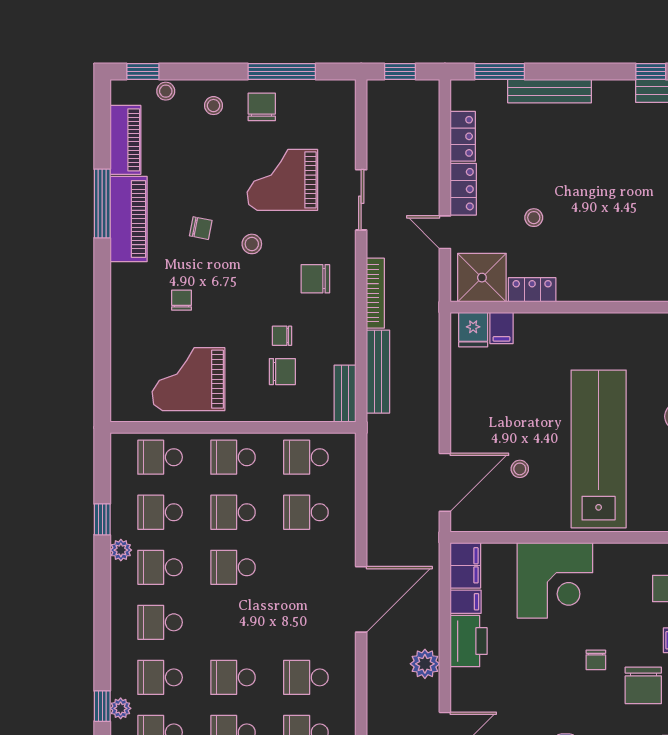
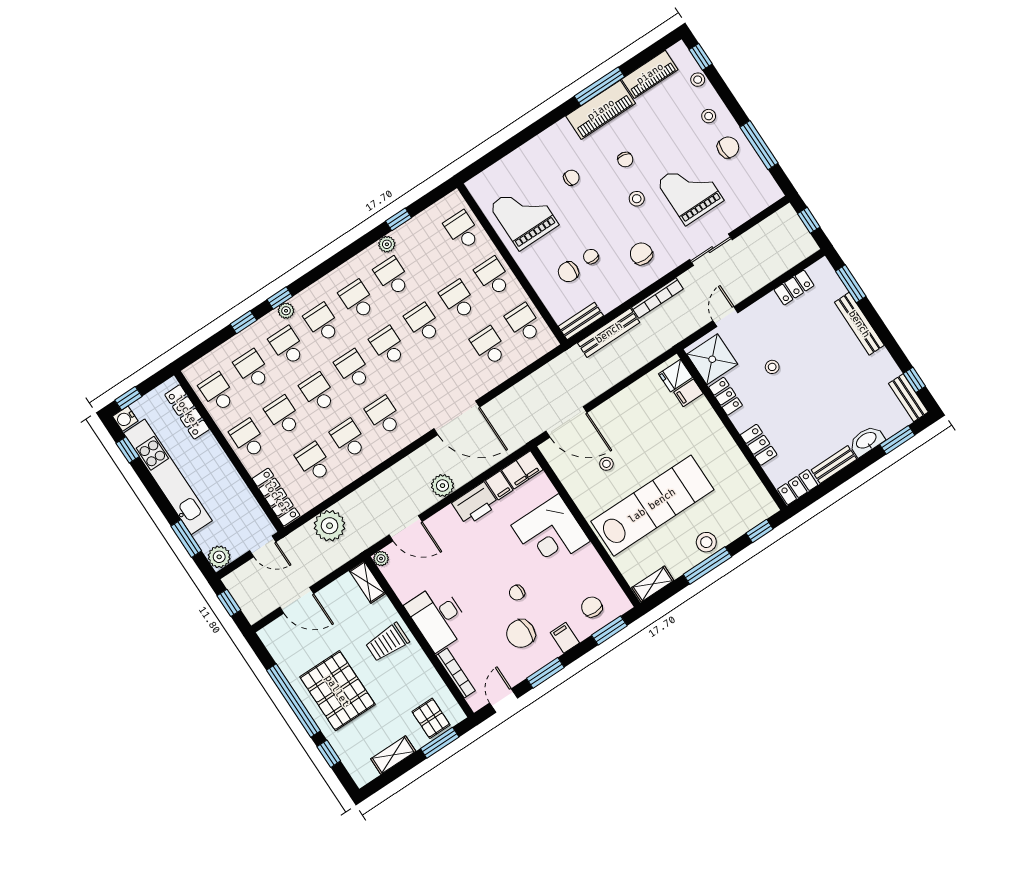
locker: (463, 189) -> (759, 445), moved, turned -90
chair: (282, 372) -> (568, 272), turned 90
school desk: (160, 512) -> (388, 346), moved

